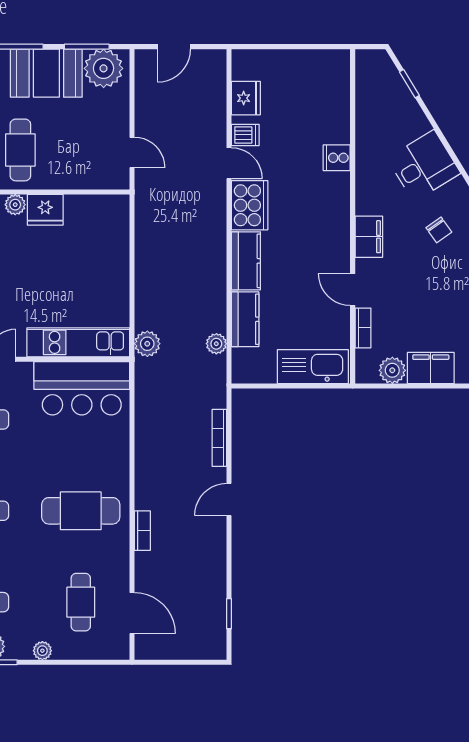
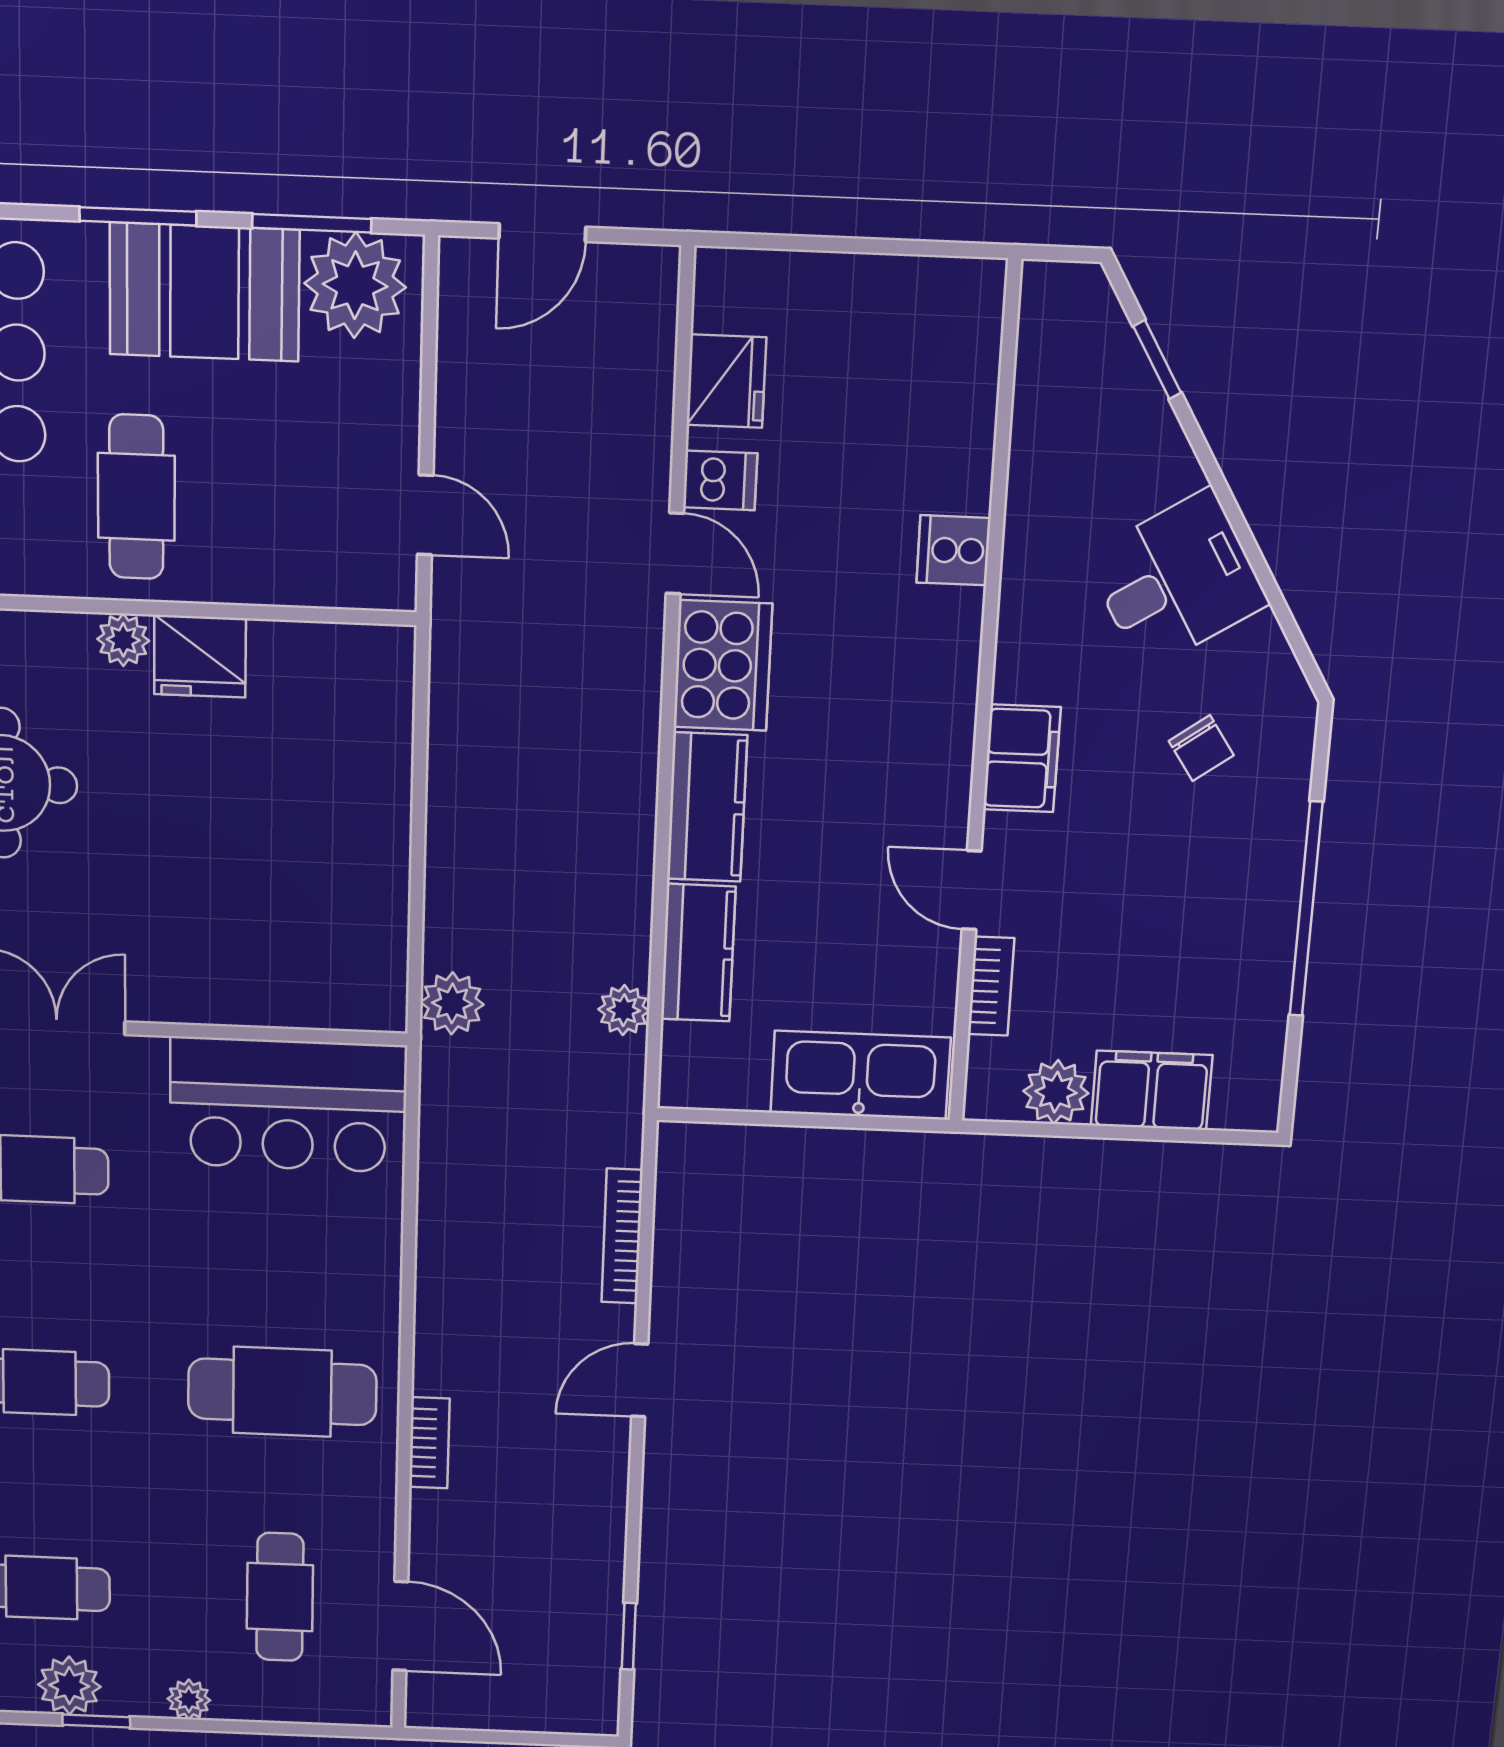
kitchen unit: (78, 342) -> (281, 993), removed

